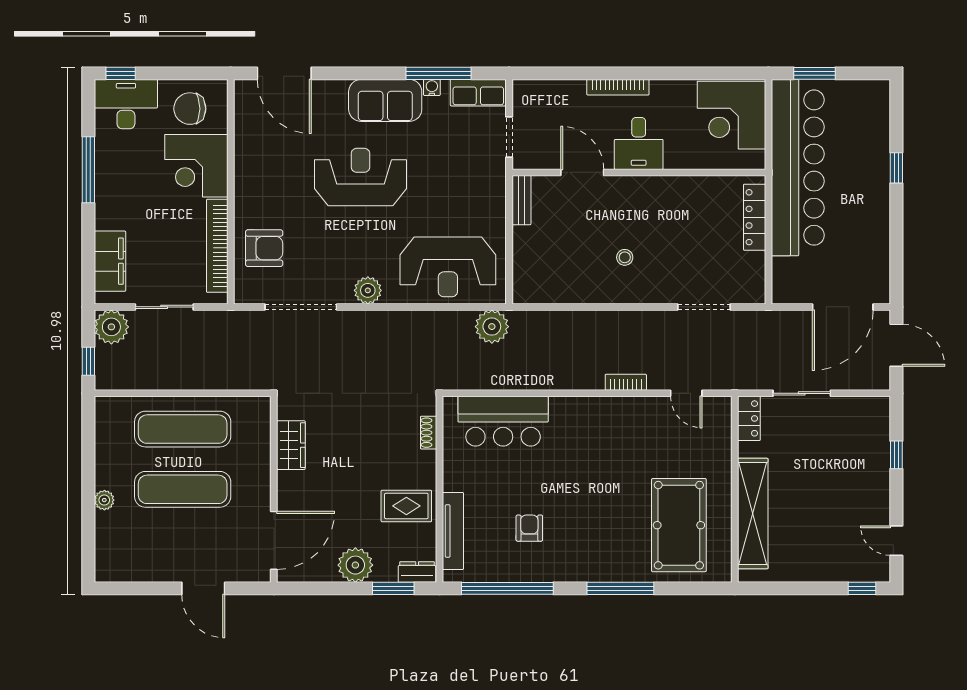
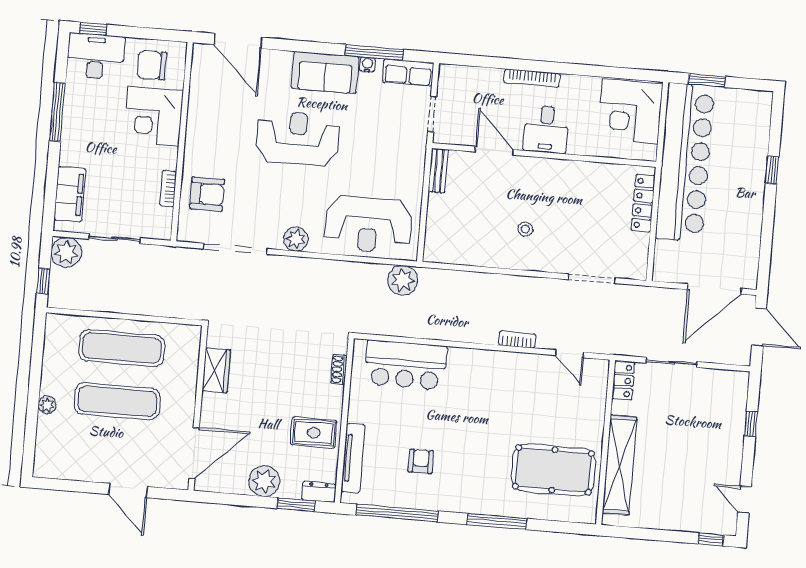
bookcase: (217, 246) -> (168, 189), width x0.43, depth x0.76
pool table: (679, 525) -> (553, 470), turned 90

